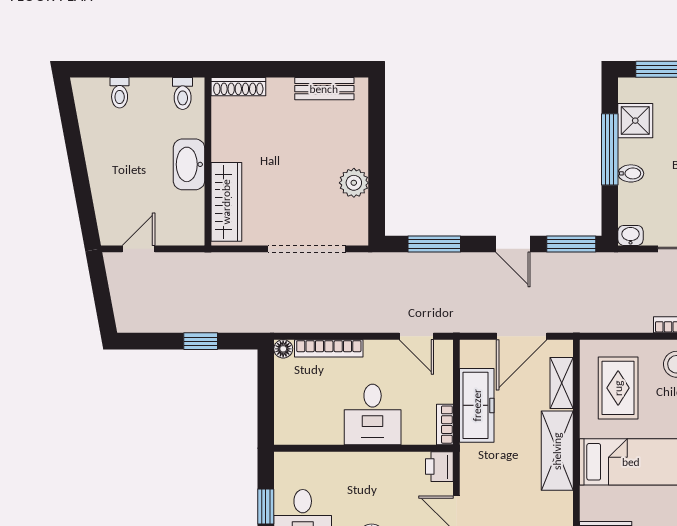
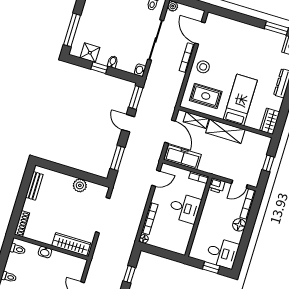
window: (610, 149) -> (99, 68), width x0.46
washbasin: (189, 164) -> (45, 252), width x0.52, depth x0.69
door: (513, 244) -> (128, 123), swing flipped
freezer: (477, 405) -> (183, 157), moved

